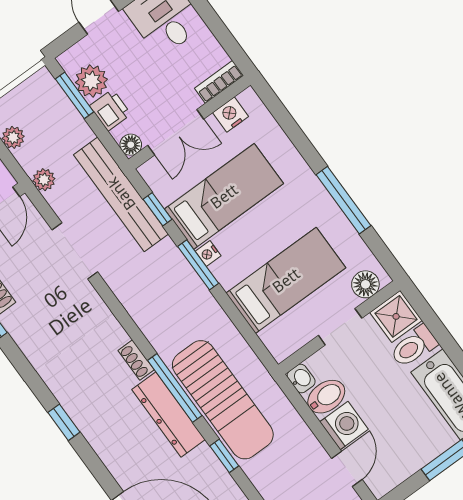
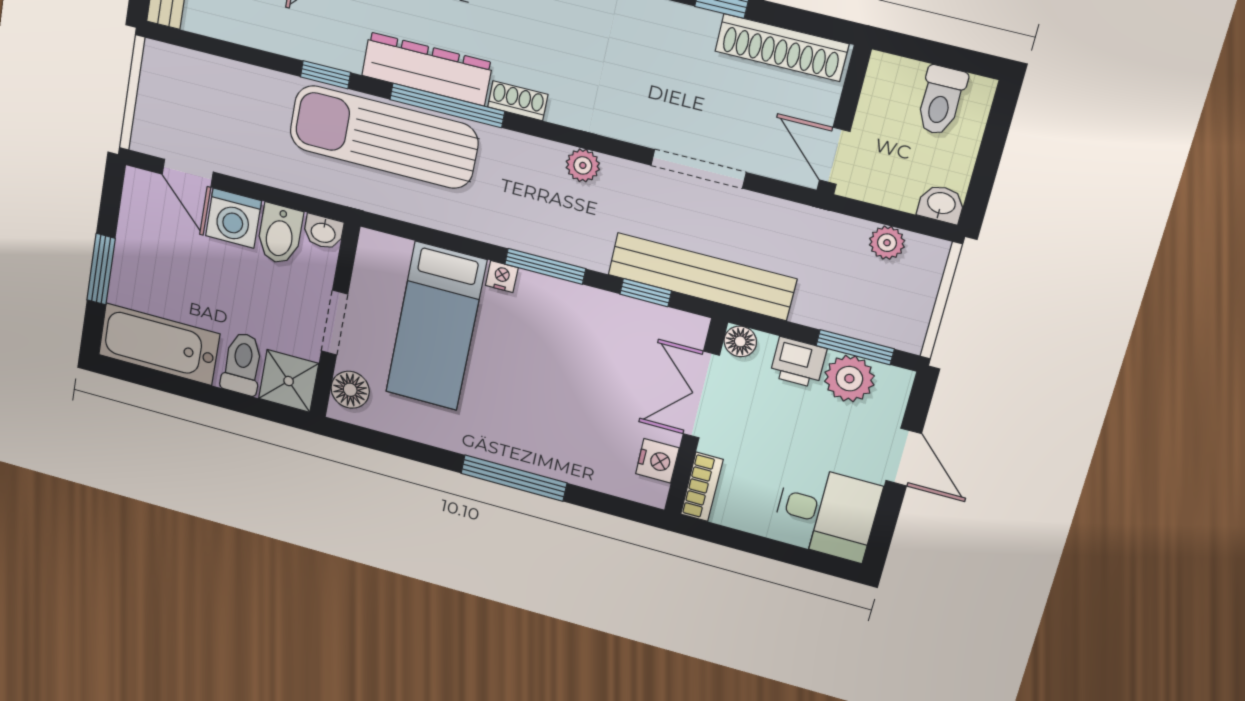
plant: (44, 180) -> (583, 165), moved
bed: (224, 196) -> (585, 366), removed
window: (343, 200) -> (514, 478), moved
nightstand: (208, 254) -> (502, 277), moved

